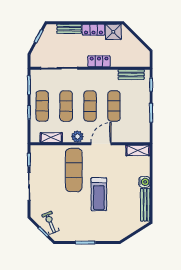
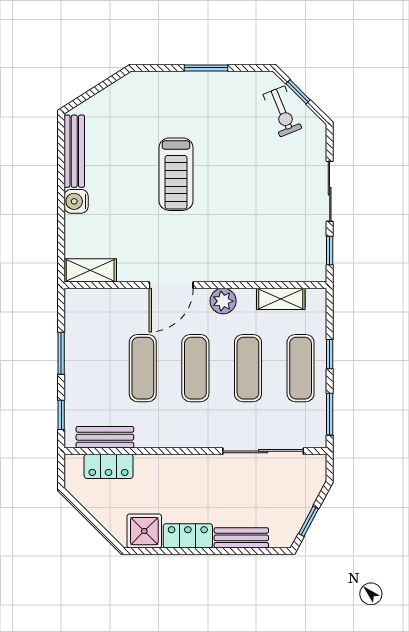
locker: (99, 61) -> (109, 466), moved
exercise mat: (74, 170) -> (231, 227), removed
treadmill: (99, 194) -> (176, 174), turned 180

